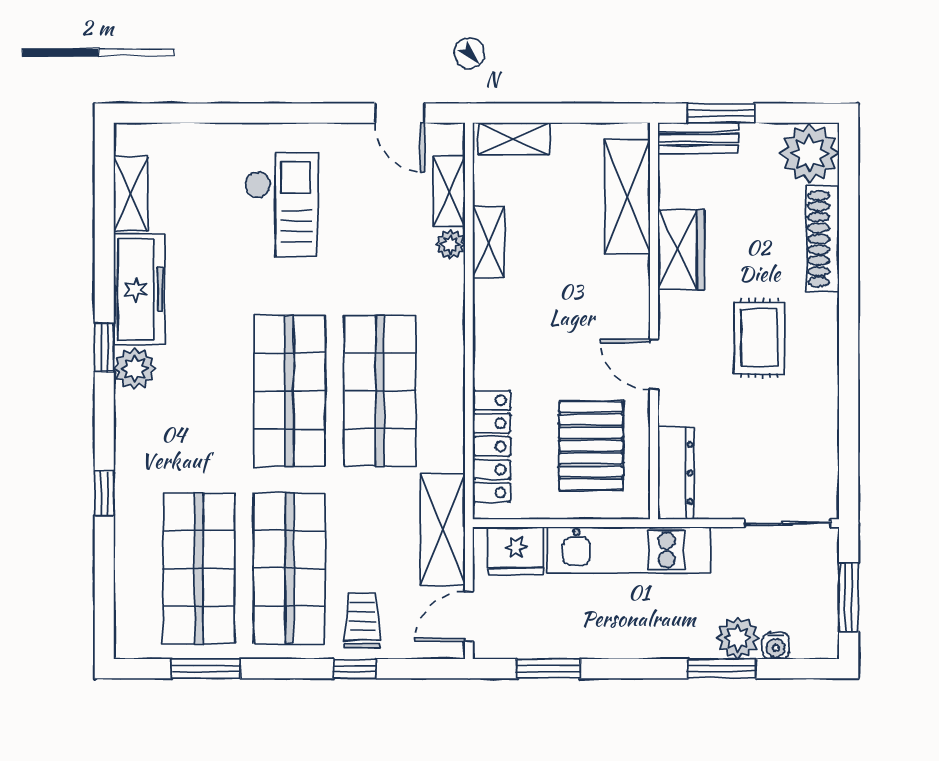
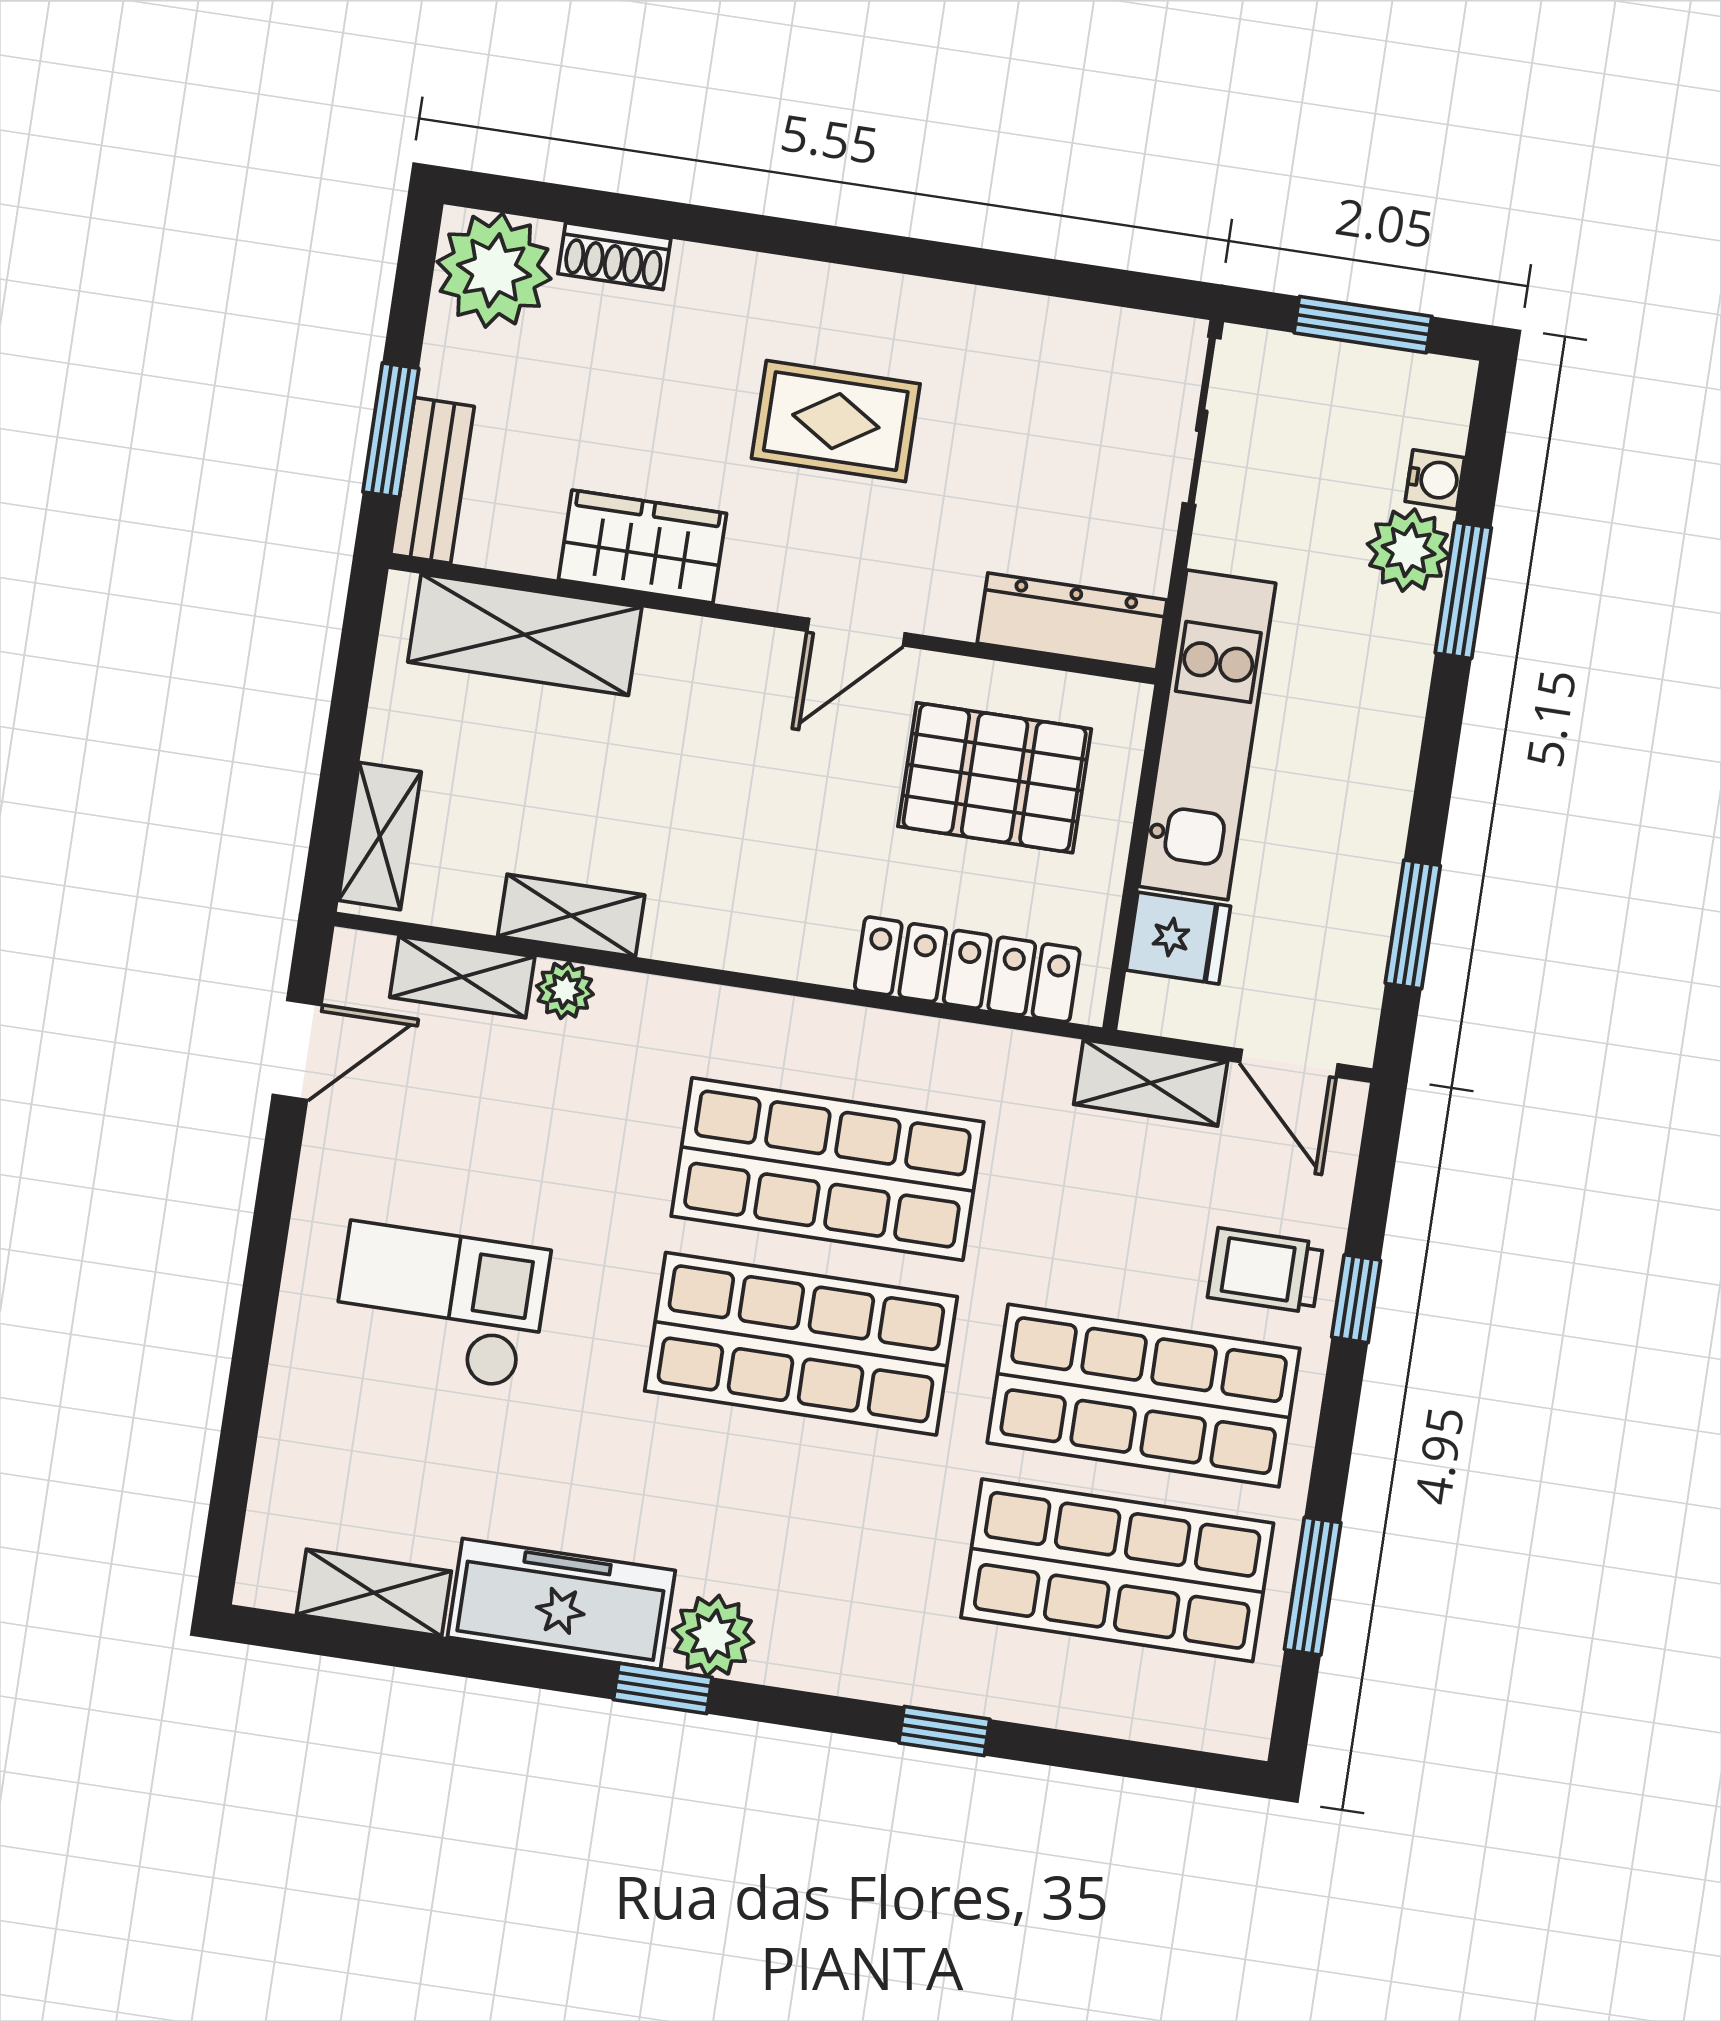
shoe rack: (823, 239) -> (614, 256), width x0.51, depth x0.81
shelving: (443, 529) -> (1151, 1083), width x0.67, depth x0.75
fridge: (516, 551) -> (1178, 938), width x0.72

